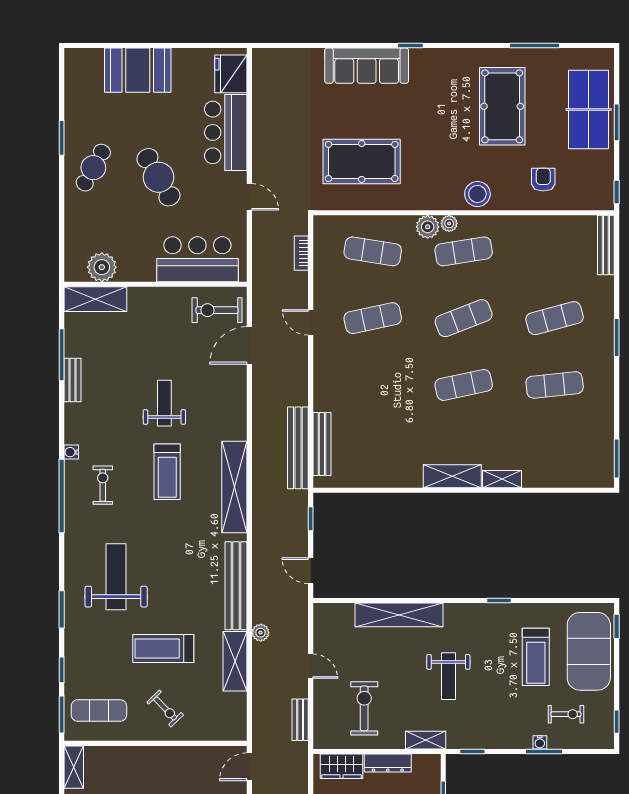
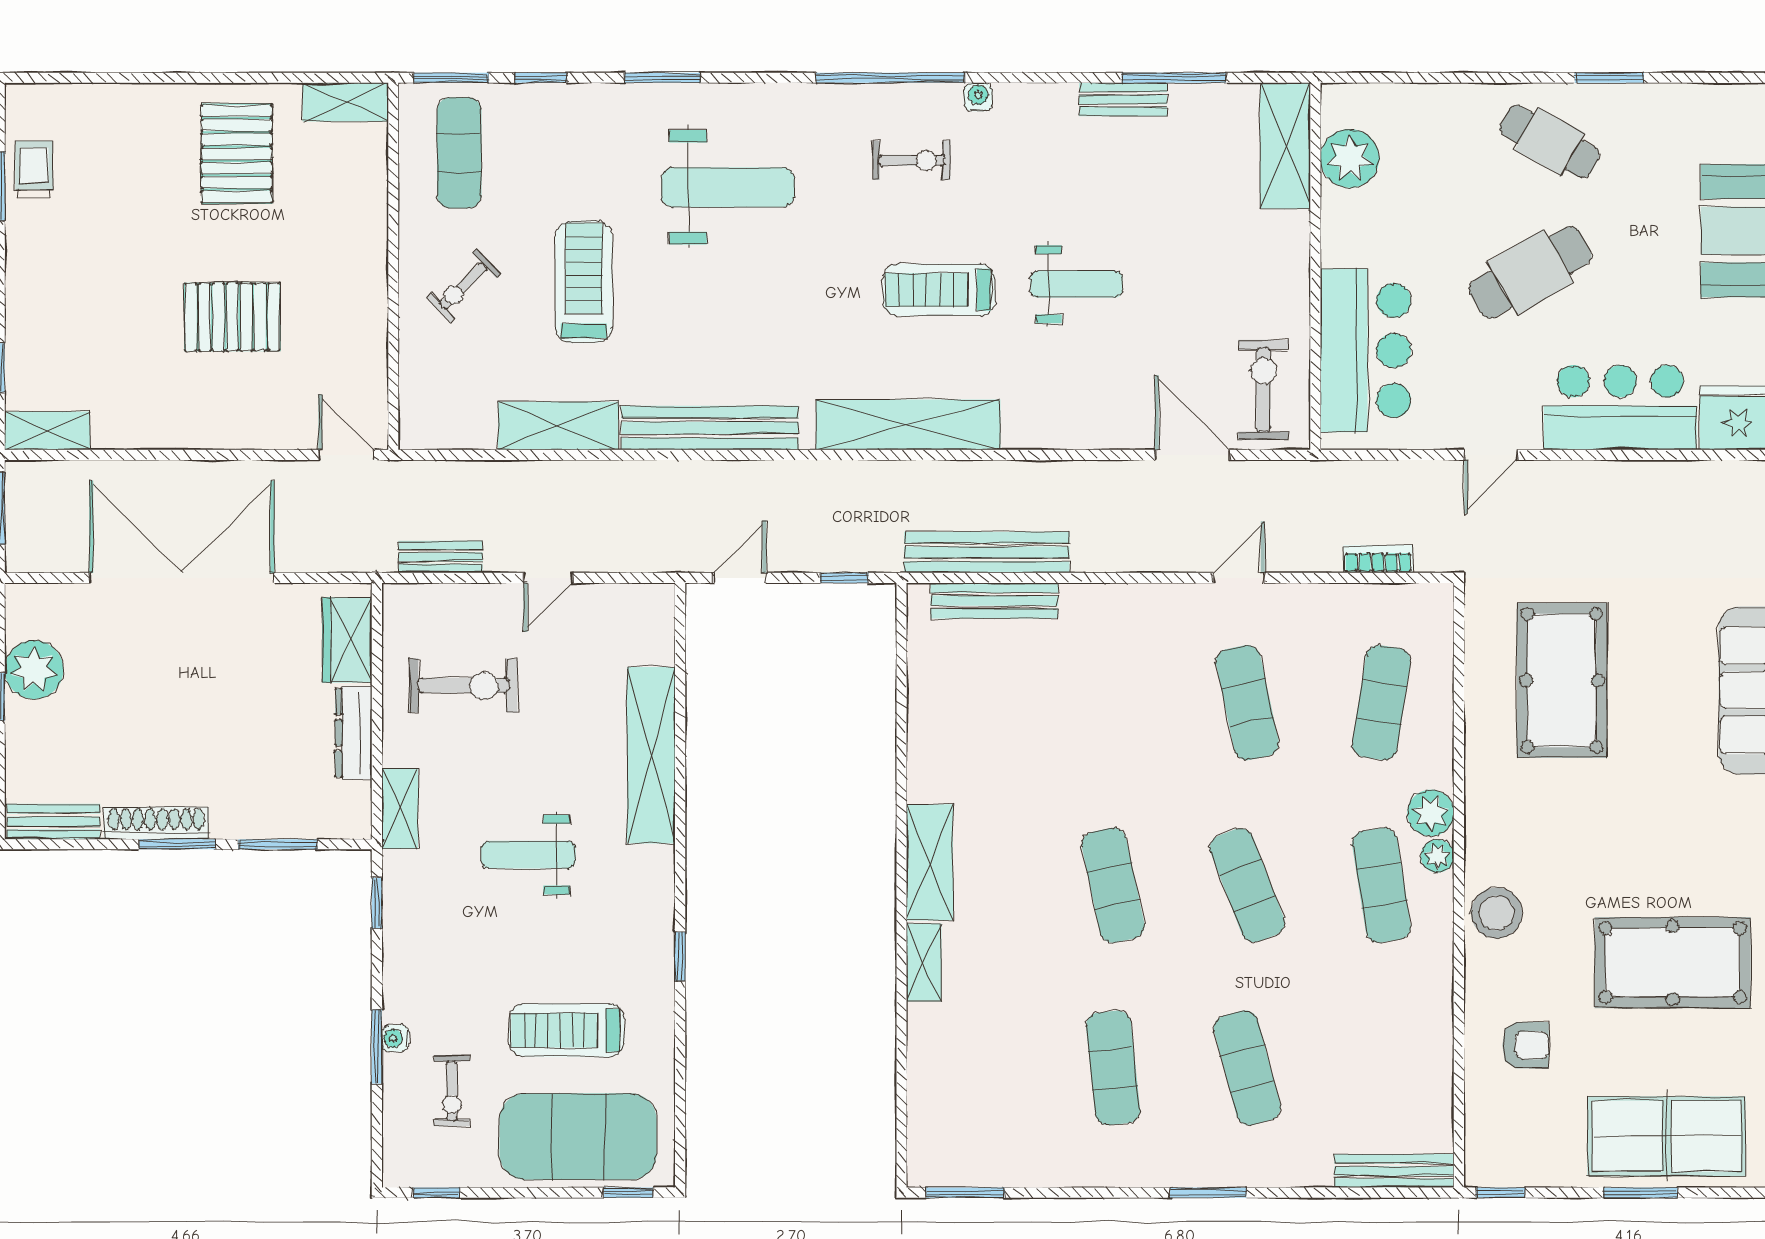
plant: (261, 633) -> (616, 477), removed

